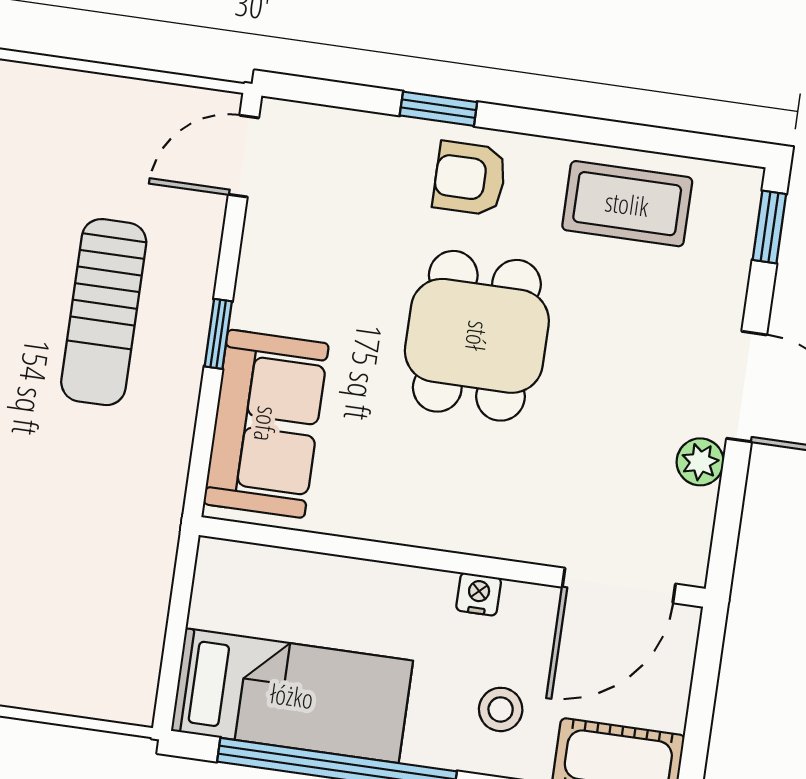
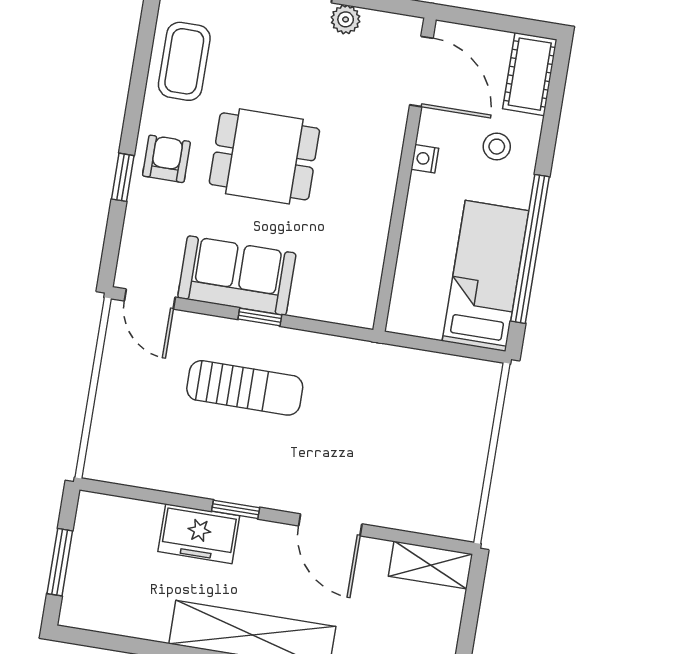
armchair: (470, 178) -> (166, 159), turned 180
sofa: (266, 424) -> (237, 275), moved

